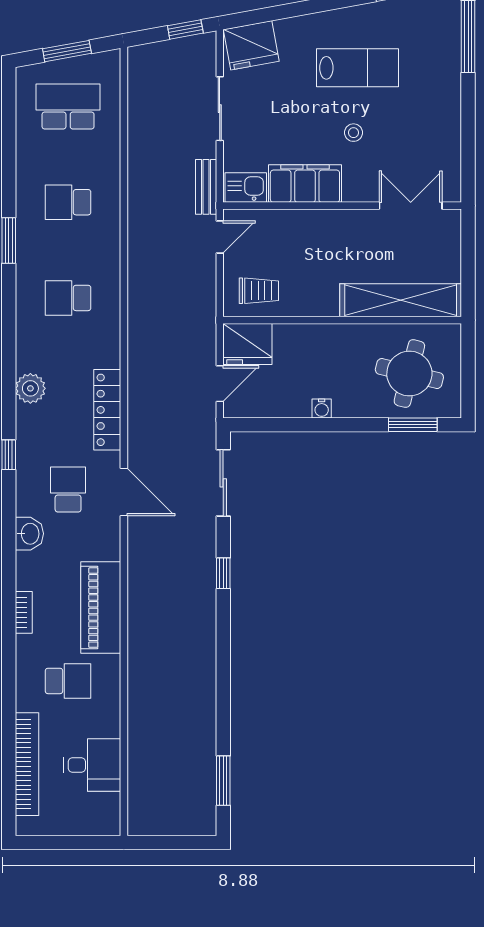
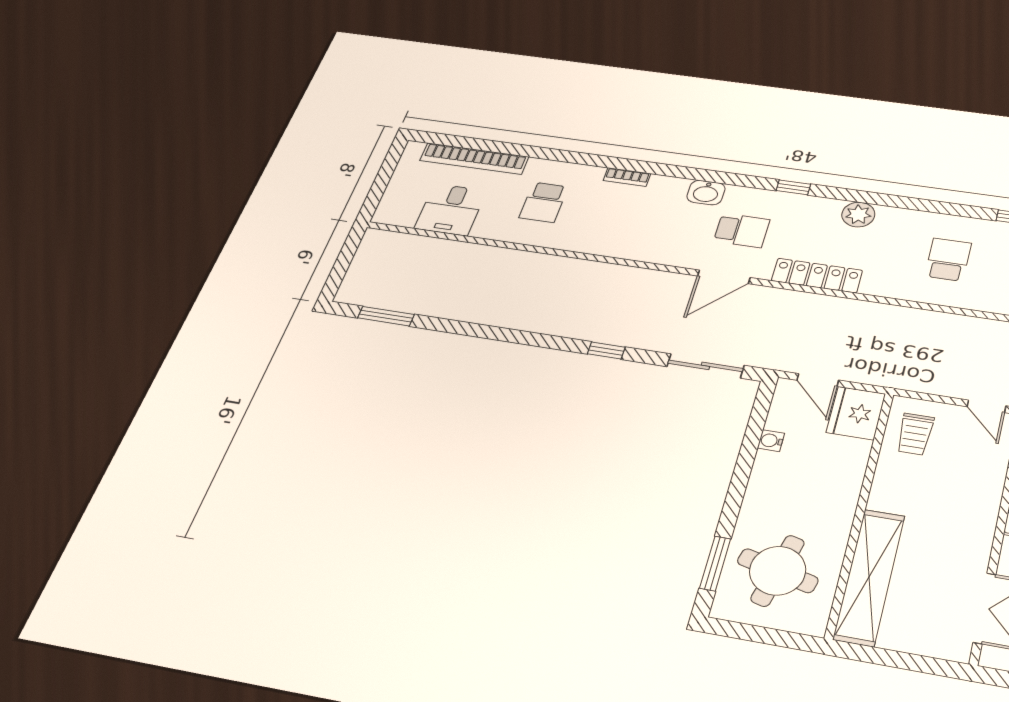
water cooler: (322, 408) -> (771, 441), moved
piano: (101, 608) -> (609, 240), removed

